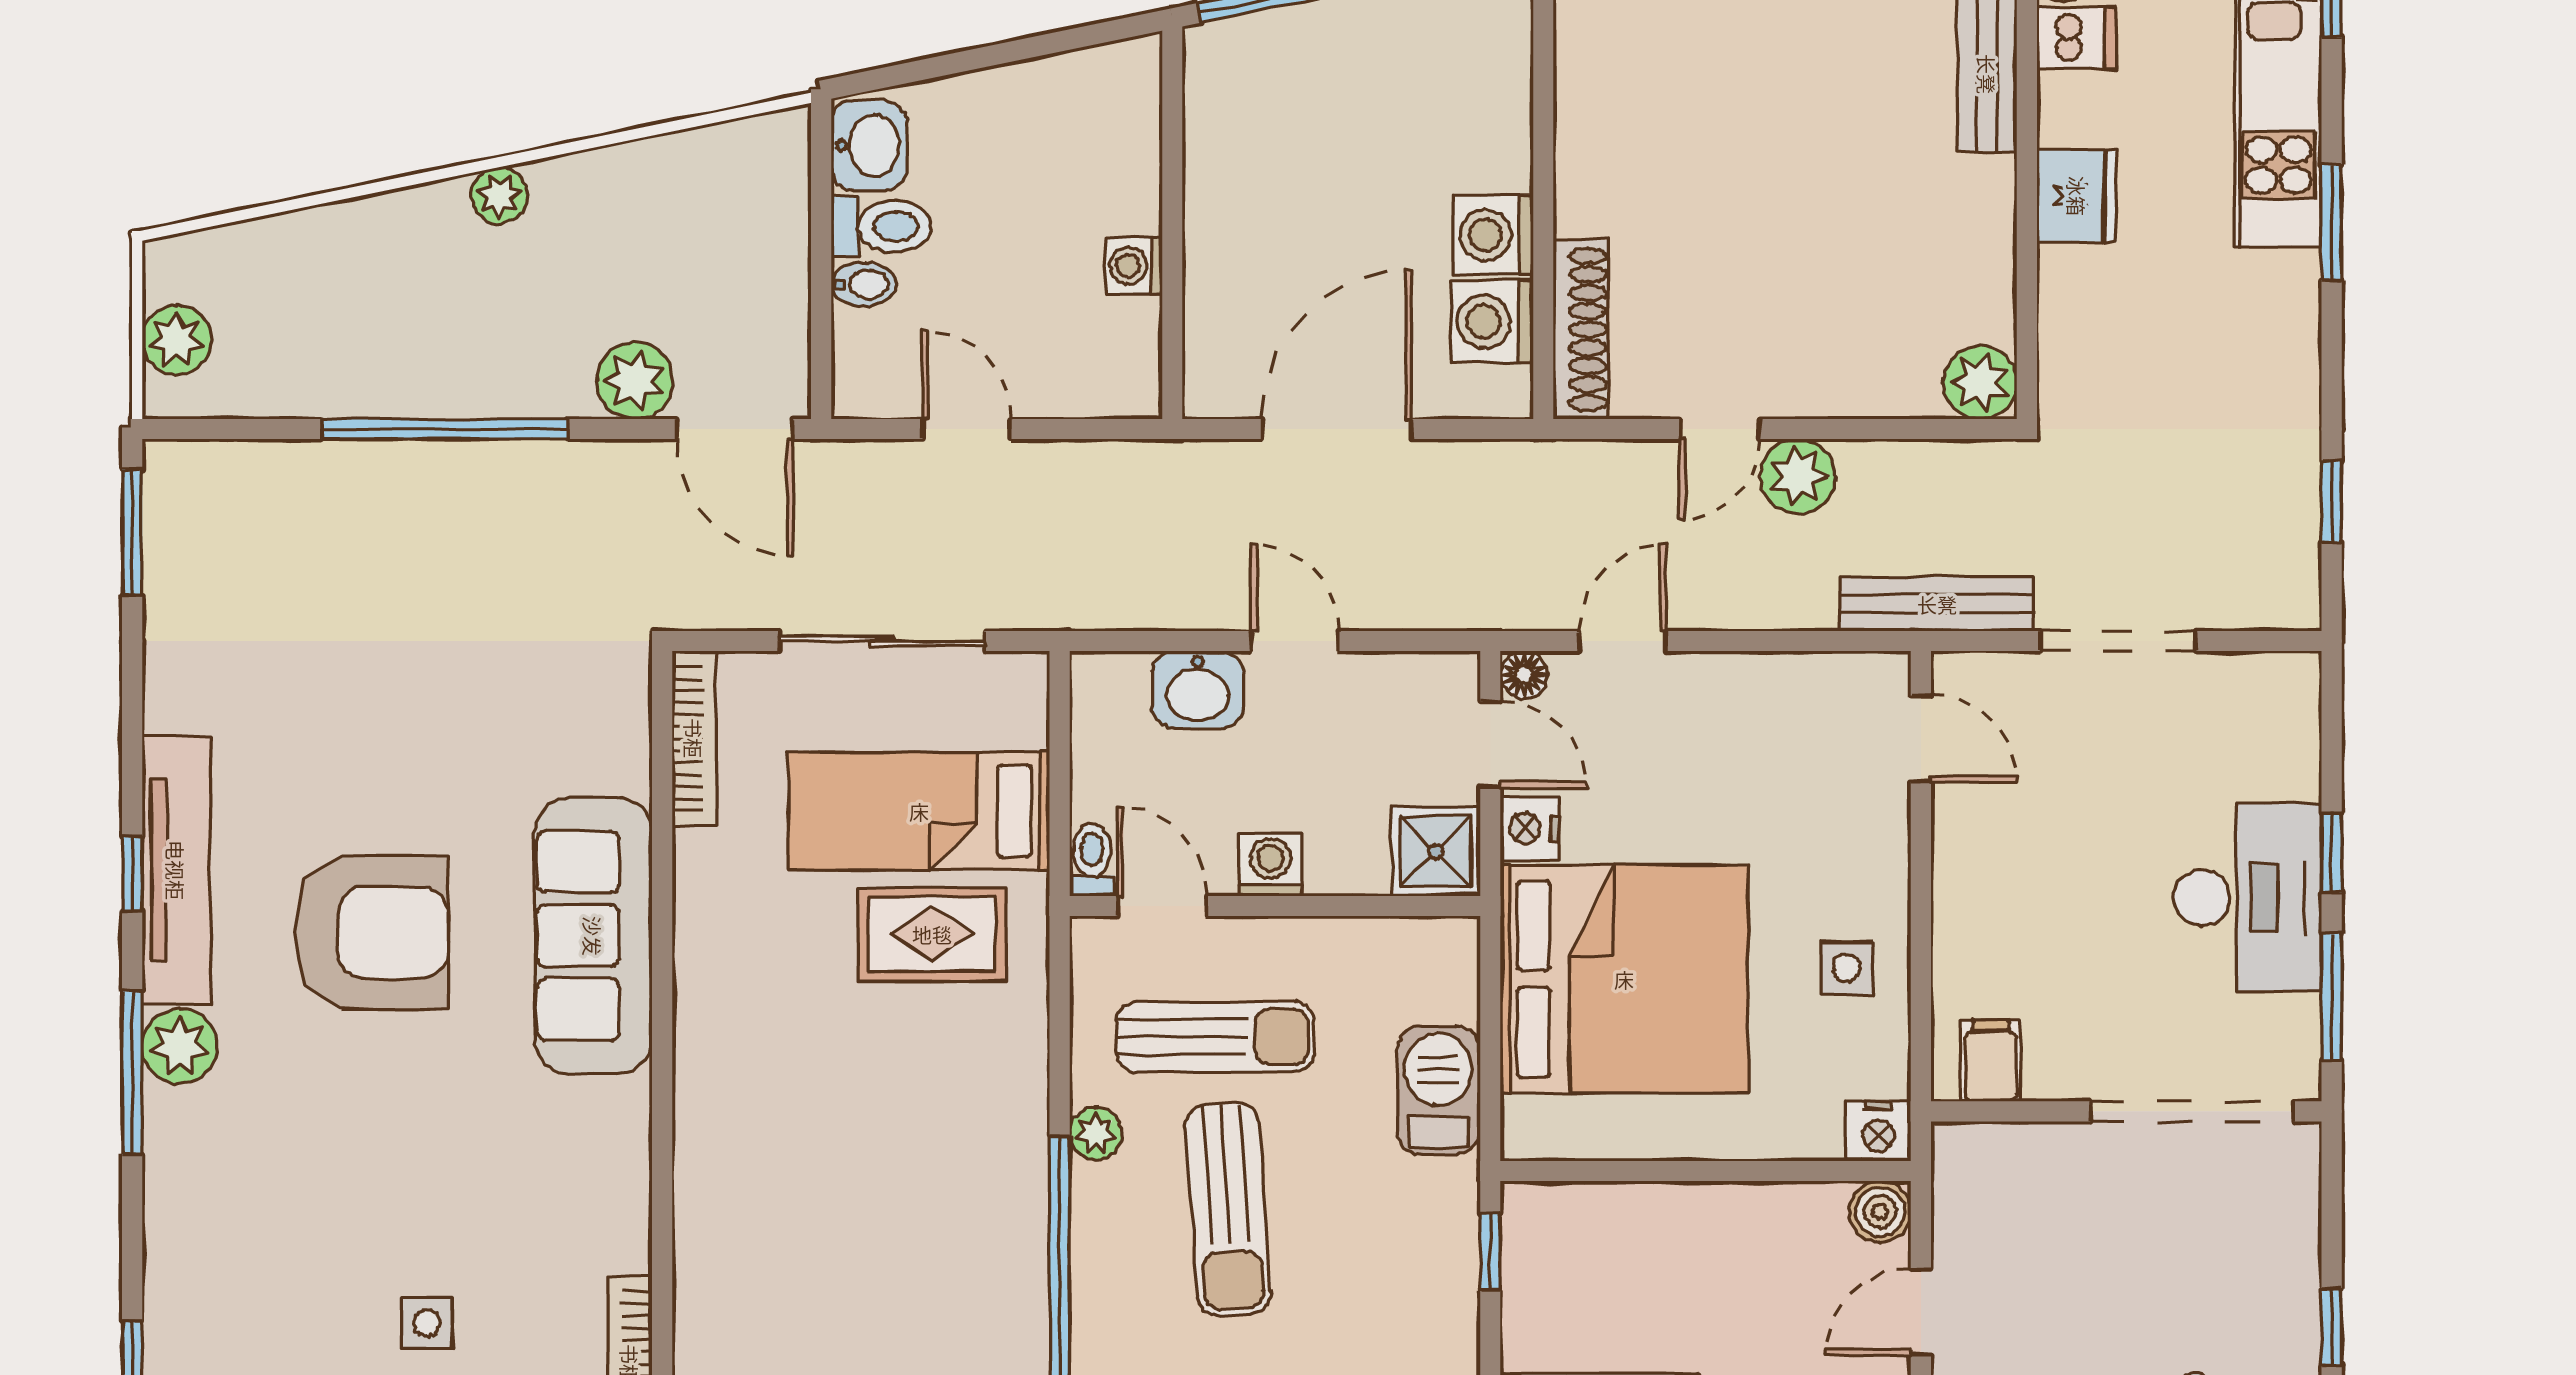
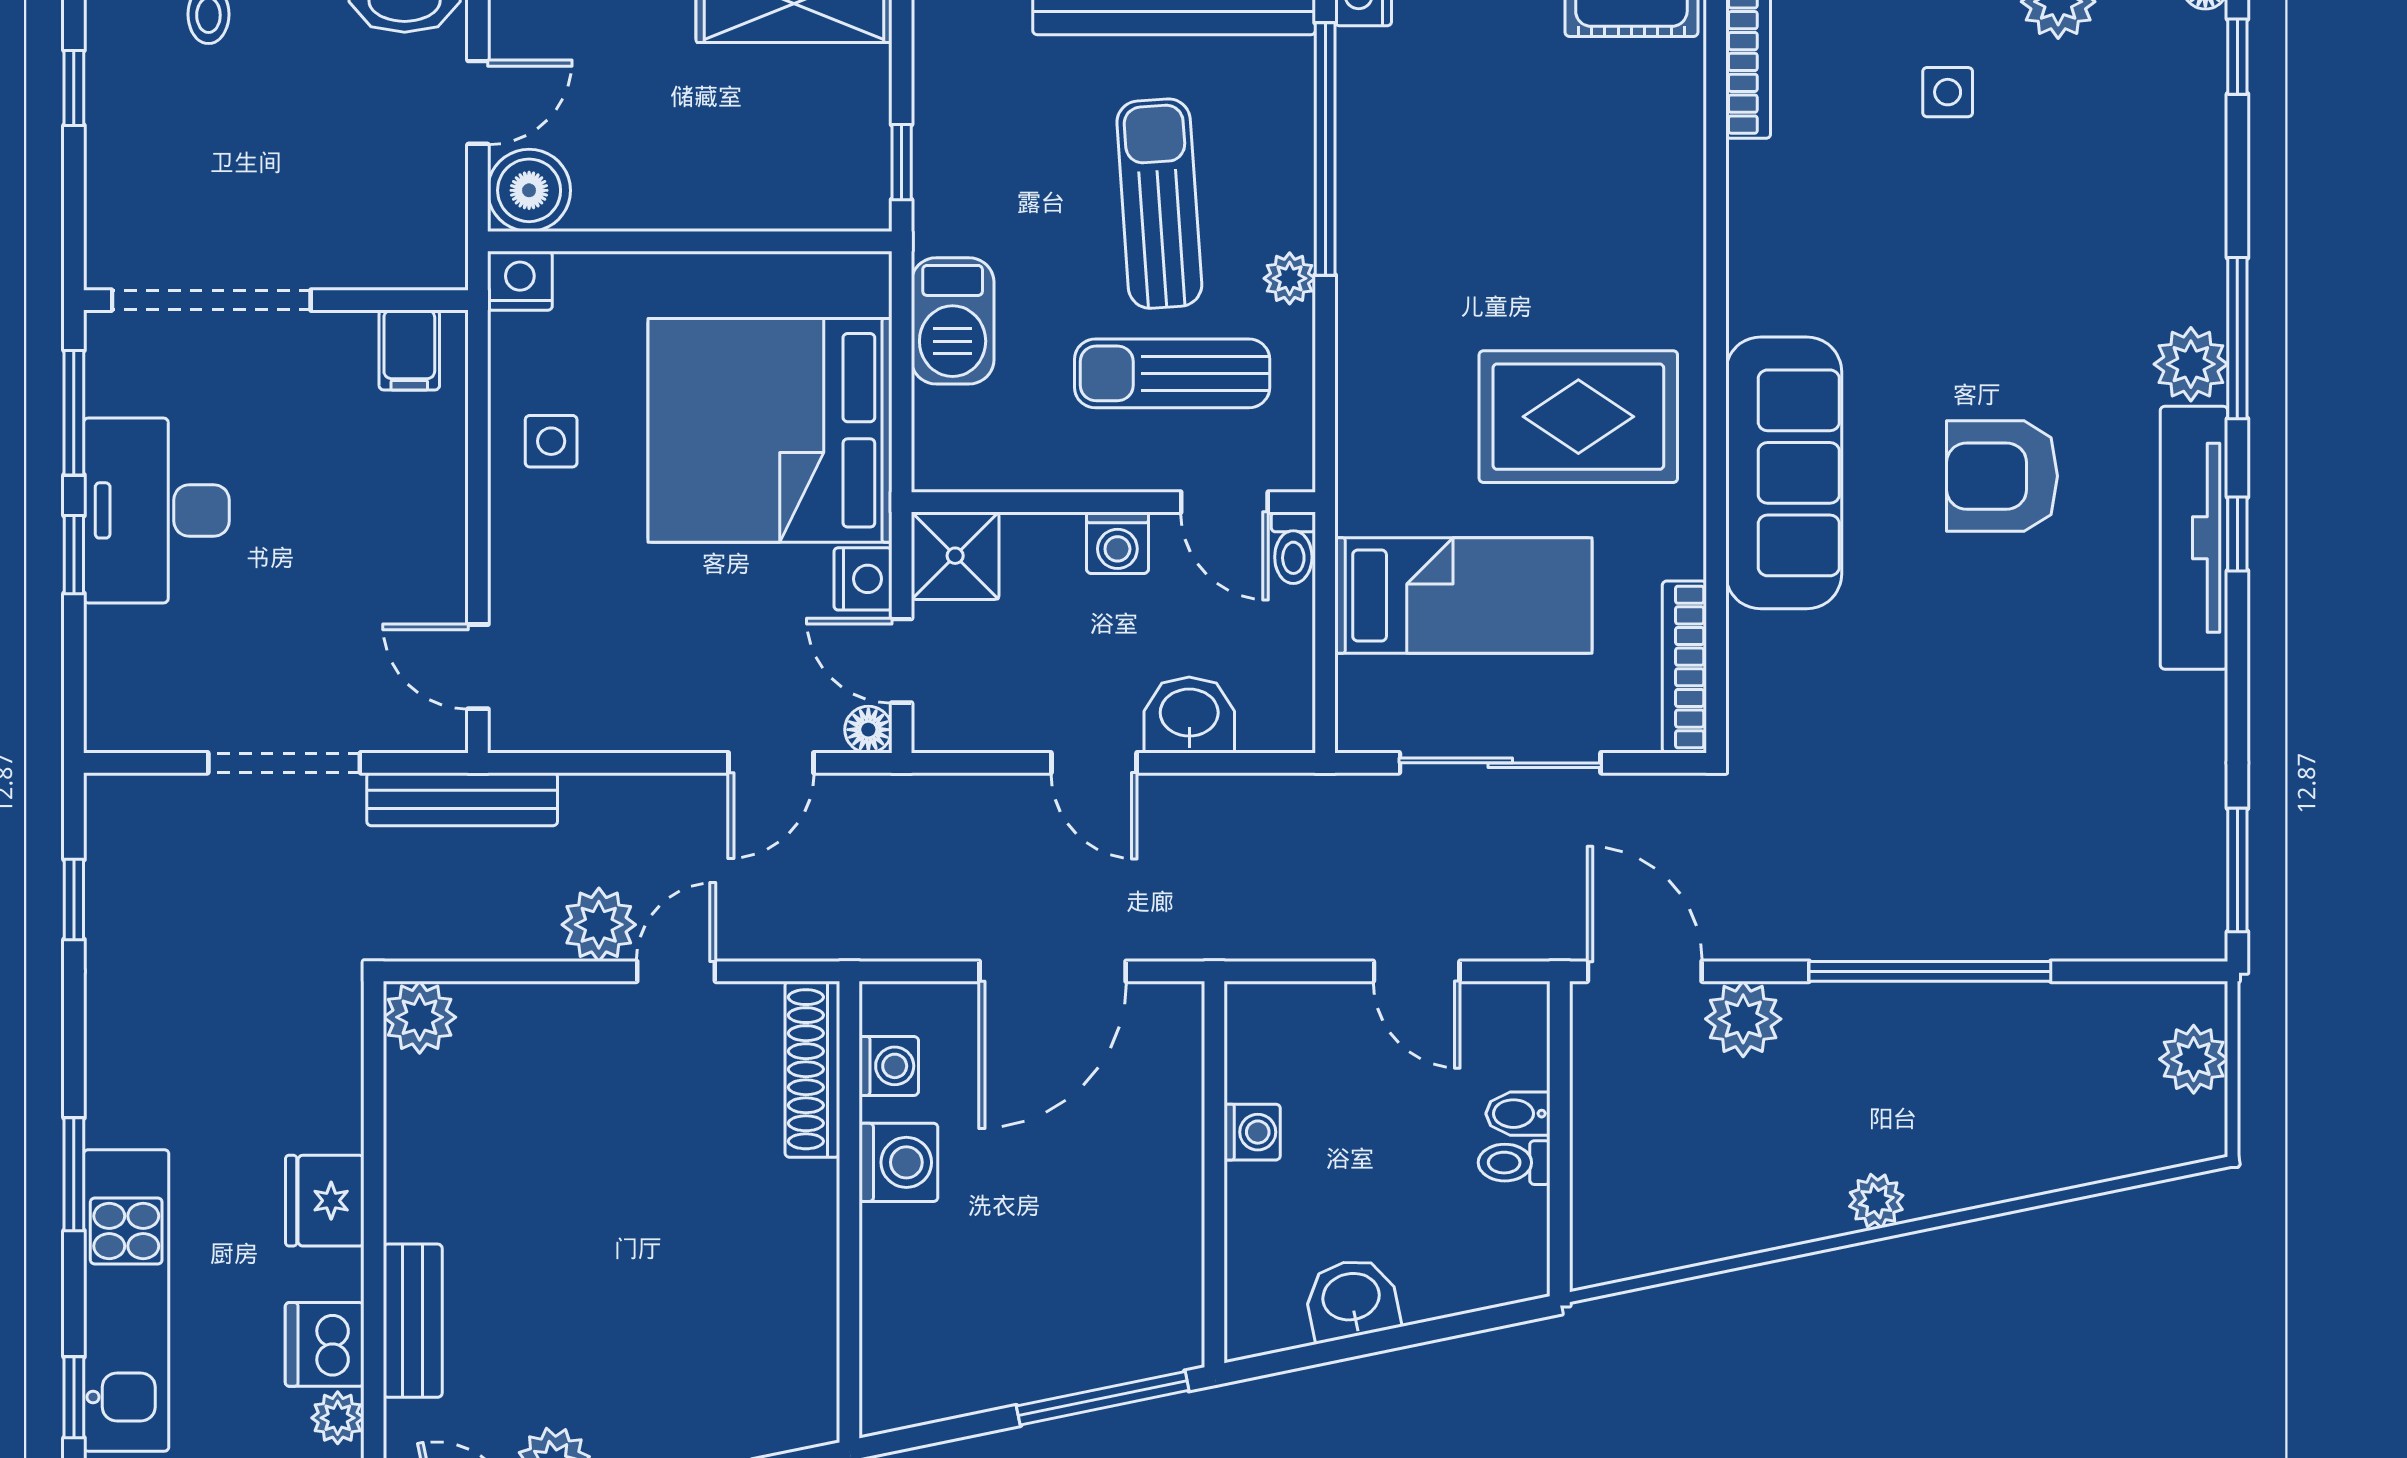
dishwasher: (2077, 38) -> (325, 1344), width x1.38
washbasin: (869, 145) -> (1351, 1299), moved, turned 78
toilet: (882, 226) -> (1514, 1163), width x0.73, depth x0.72
washing machine: (1492, 321) -> (889, 1066), width x0.73, depth x0.73
armchair: (371, 932) -> (2002, 476), width x0.73, depth x0.73
rug: (932, 934) -> (1578, 417), moved, width x1.36, depth x1.43
boiler: (1880, 1212) -> (529, 190), width x1.36, depth x1.36

